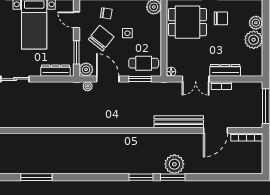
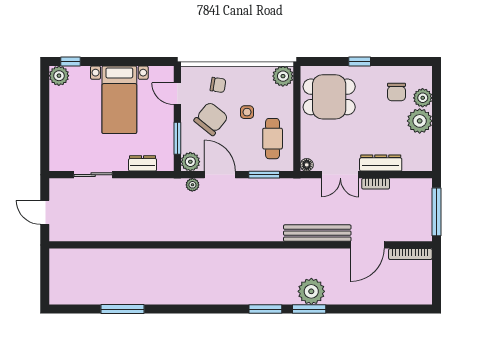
chair: (221, 18) -> (396, 92), moved, turned 90
cafe table: (144, 63) -> (273, 139), moved, turned 90
dresser: (56, 71) -> (143, 163), width x0.70

